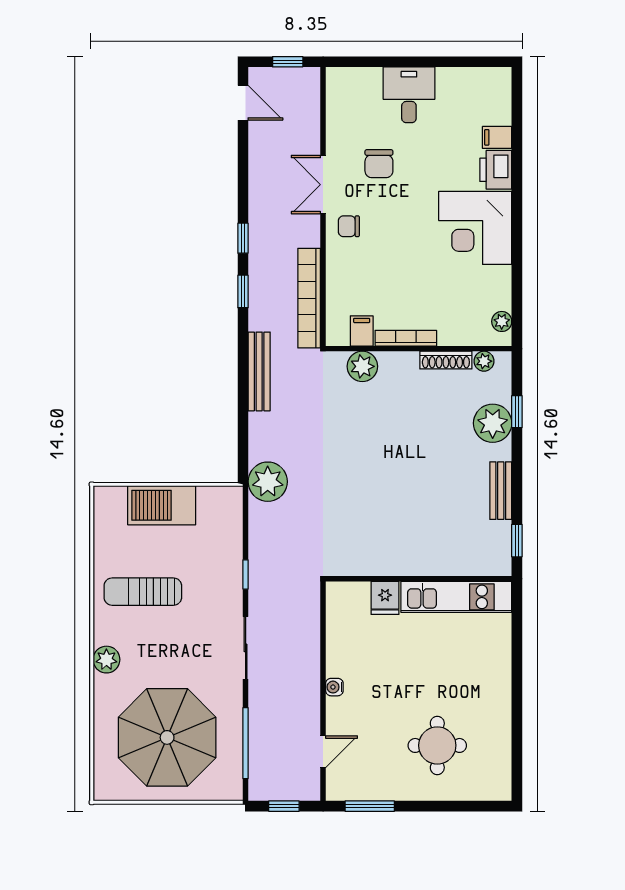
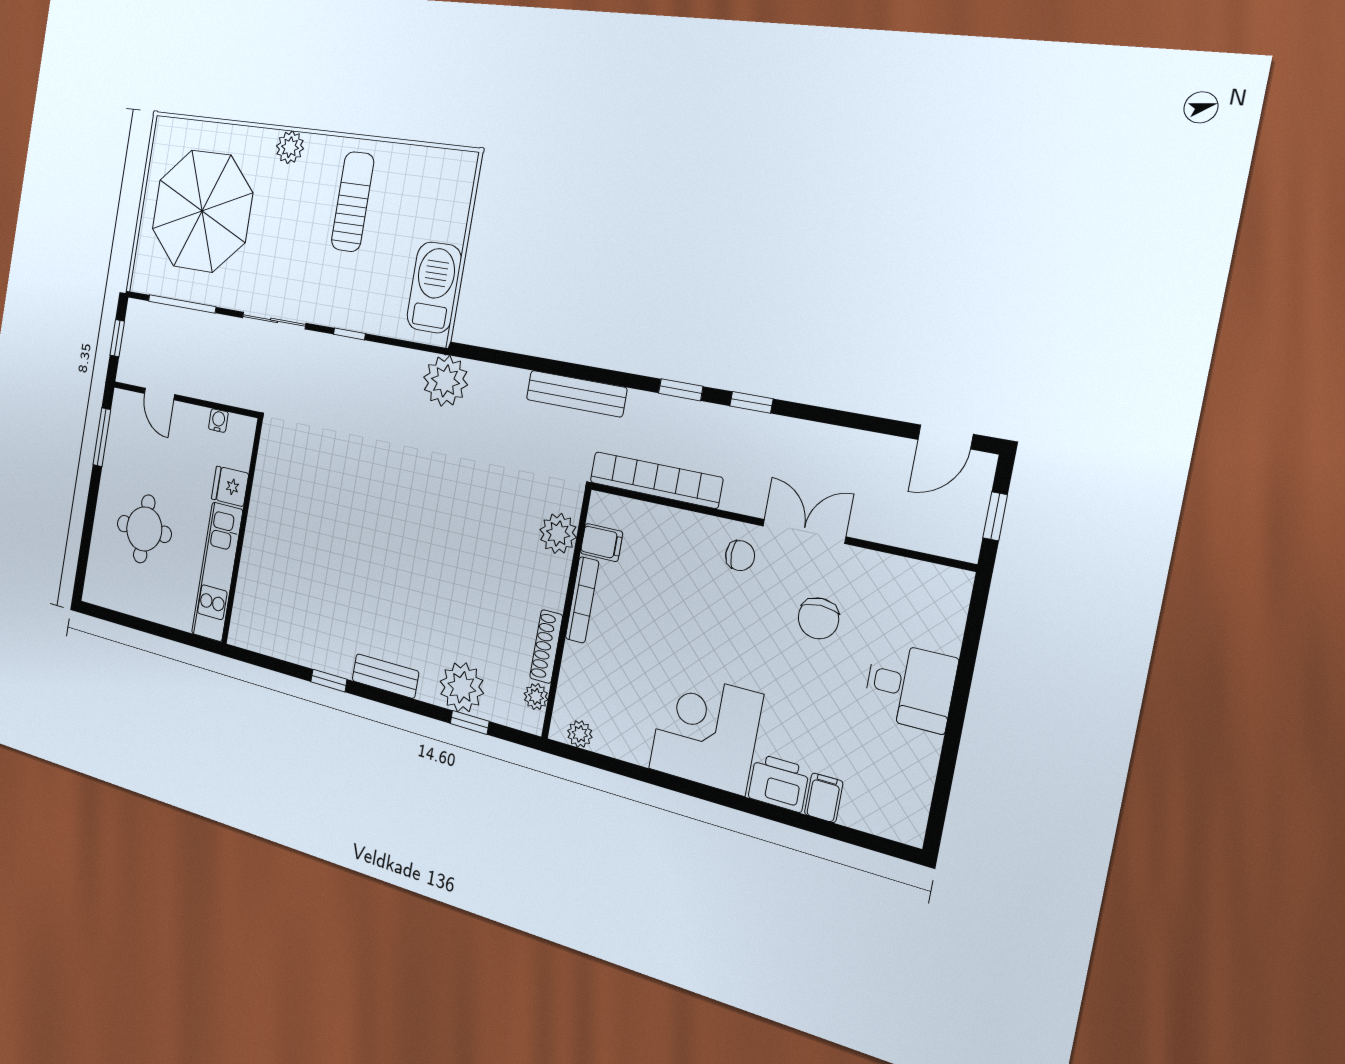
chair: (379, 164) -> (818, 618), turned -90
chair: (349, 226) -> (740, 556), turned 90
barbecue: (162, 505) -> (434, 288), moved
wall: (419, 579) -> (242, 531), moved
kitchen unit: (456, 597) -> (217, 572), moved
fridge: (385, 598) -> (230, 486), moved

